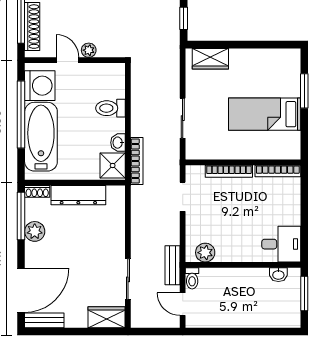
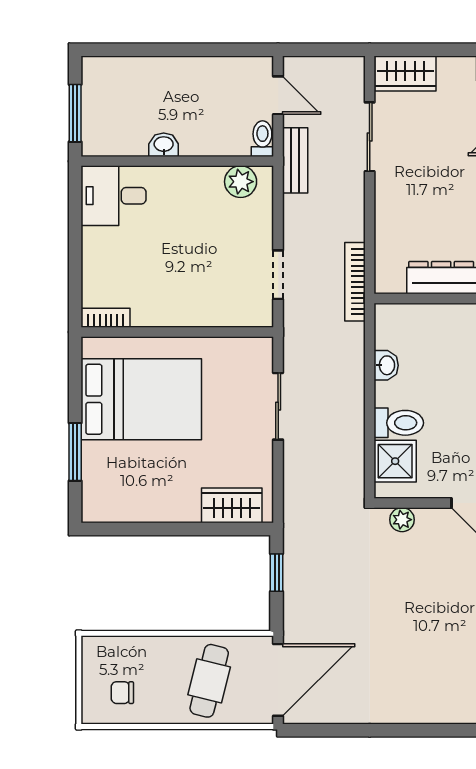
plant: (89, 50) -> (402, 520), moved
bed: (265, 114) -> (141, 399), width x1.50
bookcase: (137, 161) -> (355, 282), moved
shower: (113, 166) -> (395, 461), moved
bookcase: (229, 171) -> (201, 317), removed
bookcase: (278, 171) -> (106, 318), width x0.64
washbasin: (278, 275) -> (164, 145), moved

